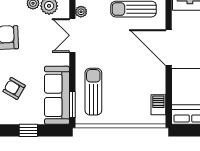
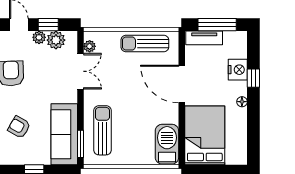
double door: (72, 35) -> (80, 71), swing flipped
barbecue: (158, 105) -> (167, 144), width x1.88, depth x1.53

